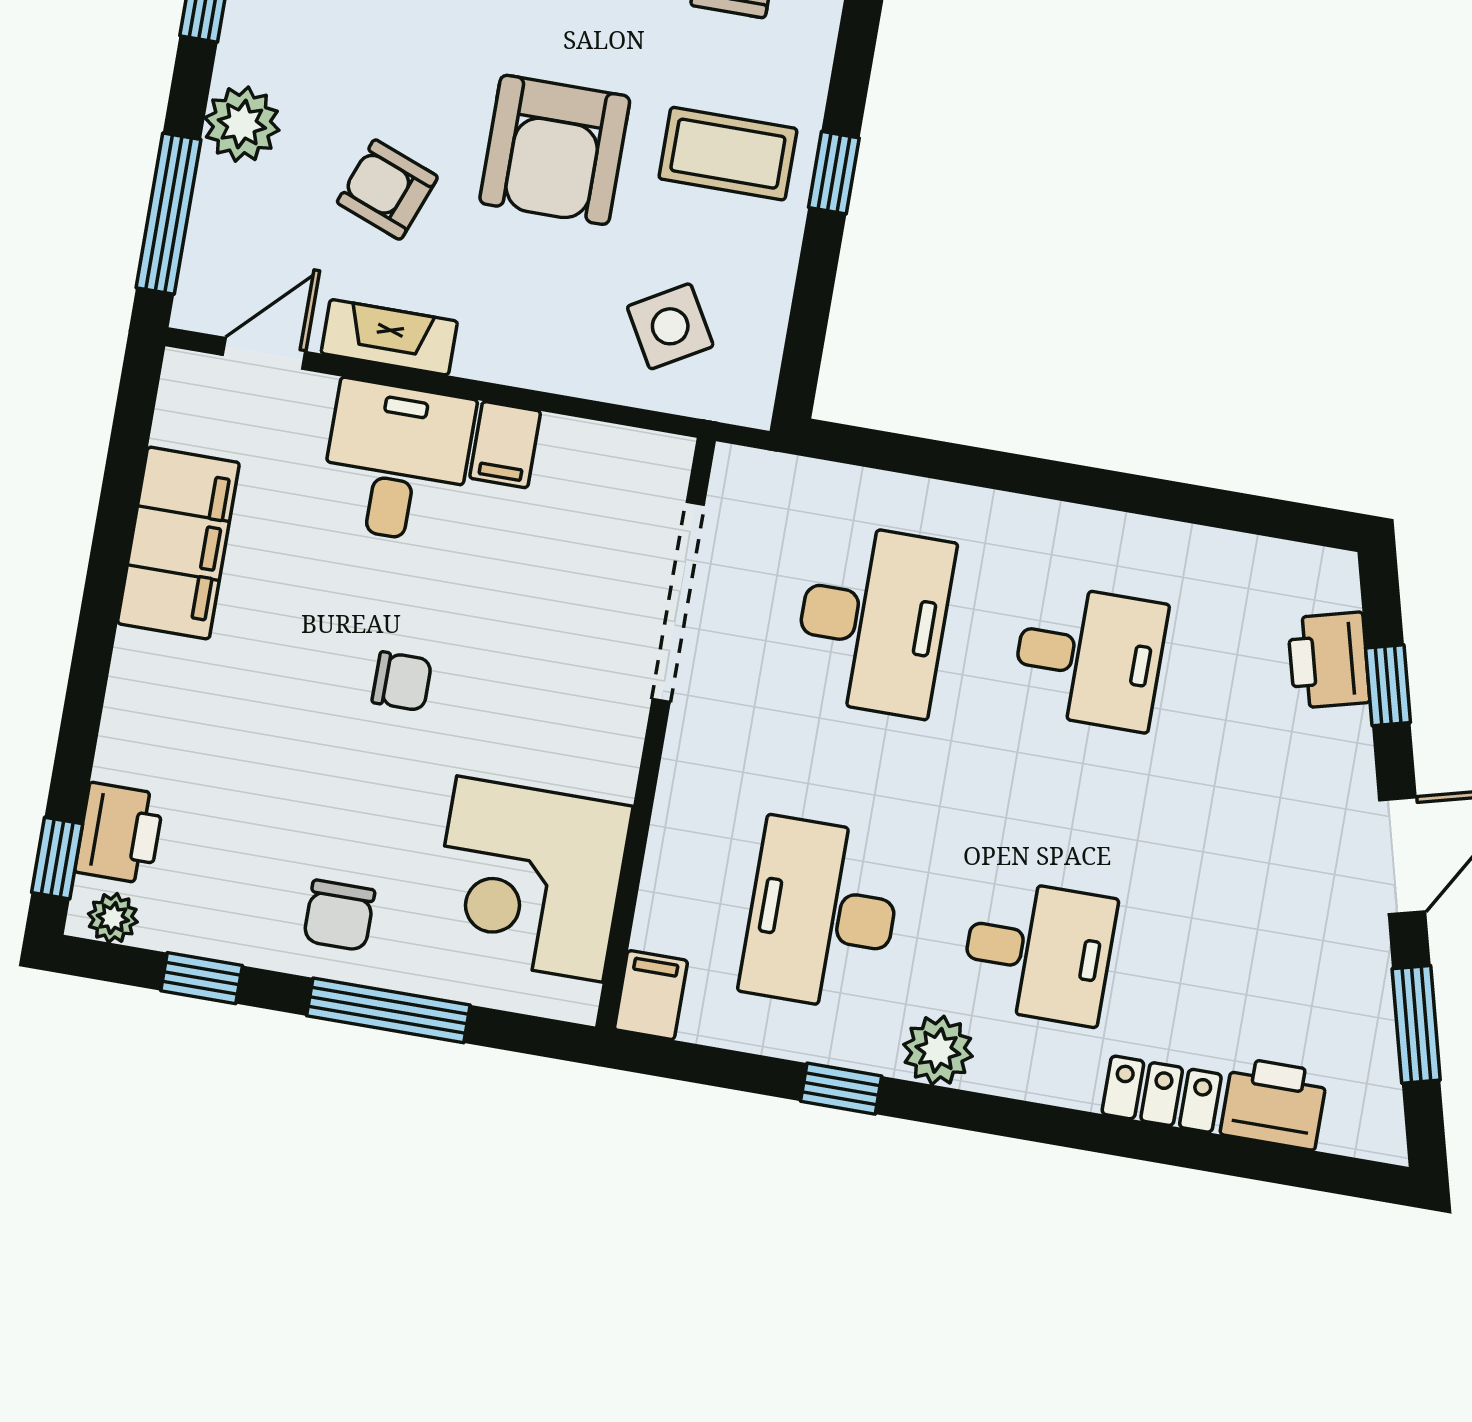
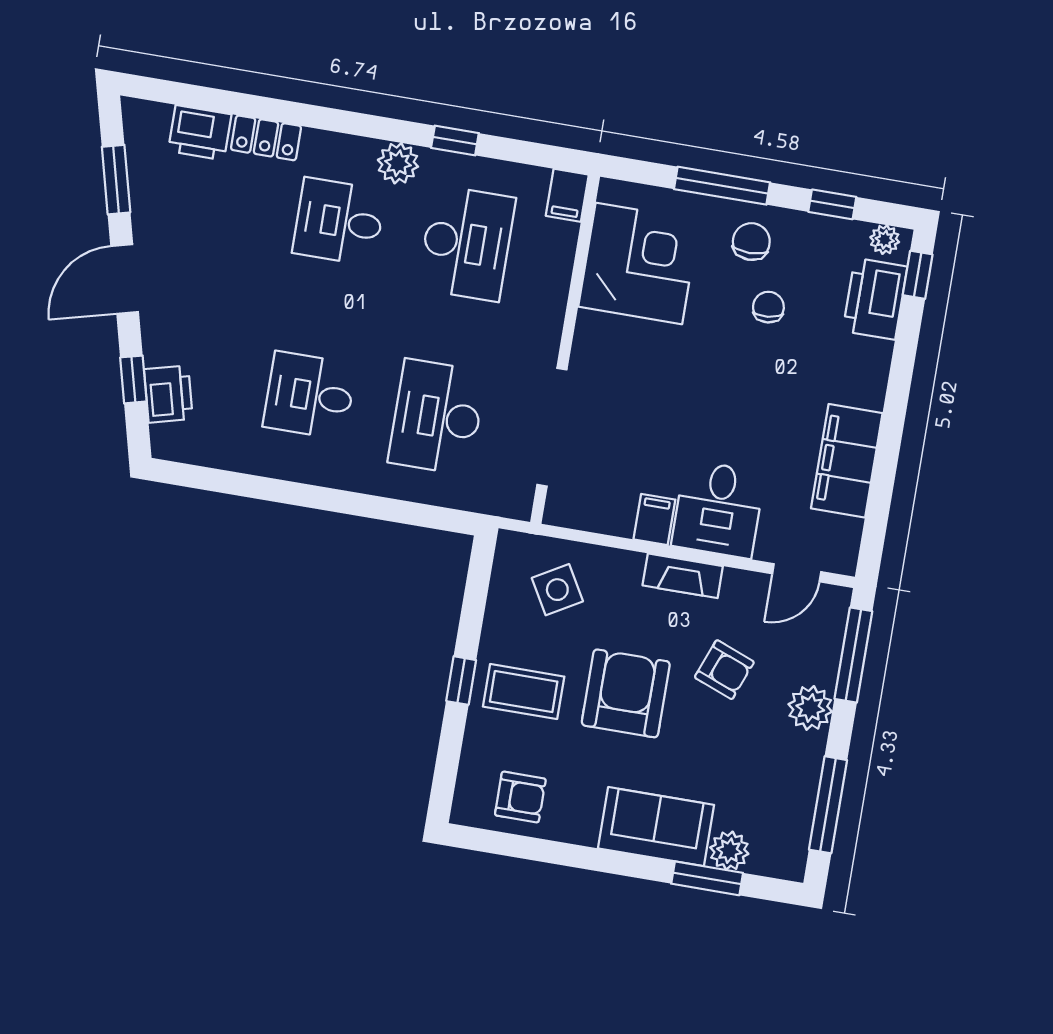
fireplace: (389, 337) -> (683, 576), moved
chair: (402, 681) -> (768, 307), moved, turned 84
printer: (120, 833) -> (875, 299), width x1.37, depth x1.19

